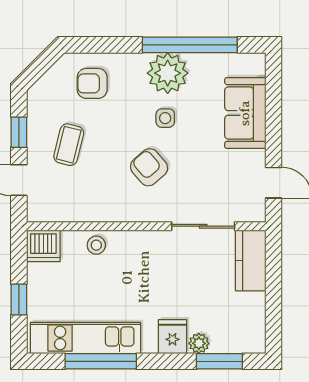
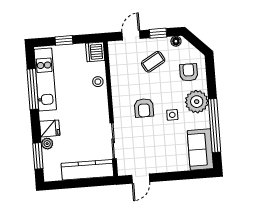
plant: (168, 73) -> (197, 102), moved
floor lamp: (36, 102) -> (176, 41), added
sofa: (245, 113) -> (200, 150), moved, turned -90
coffee table: (69, 145) -> (153, 62), turned -44
armchair: (149, 167) -> (144, 108), turned 131
kitchen counter: (251, 260) -> (87, 170), width x1.50

